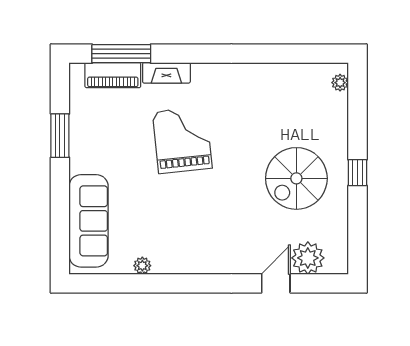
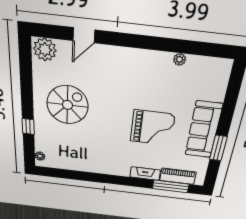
grand piano: (182, 140) -> (152, 128), moved, turned -84
window: (358, 173) -> (28, 127), moved
sofa: (89, 221) -> (204, 130), moved
plant: (308, 258) -> (45, 49), moved

